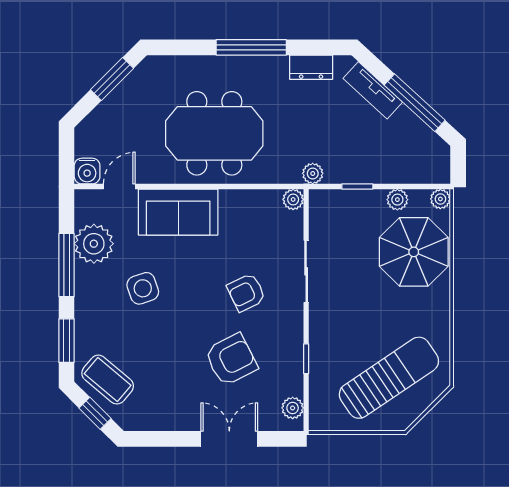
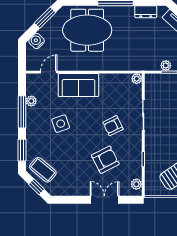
meeting table: (214, 133) -> (87, 30), moved
water cooler: (87, 171) -> (37, 41), moved, turned 135
plant: (313, 173) -> (166, 66), moved
plant: (94, 244) -> (31, 101), width x0.53, depth x0.53

